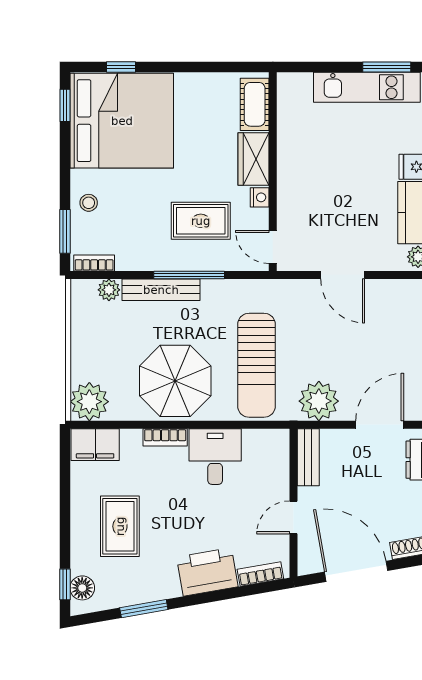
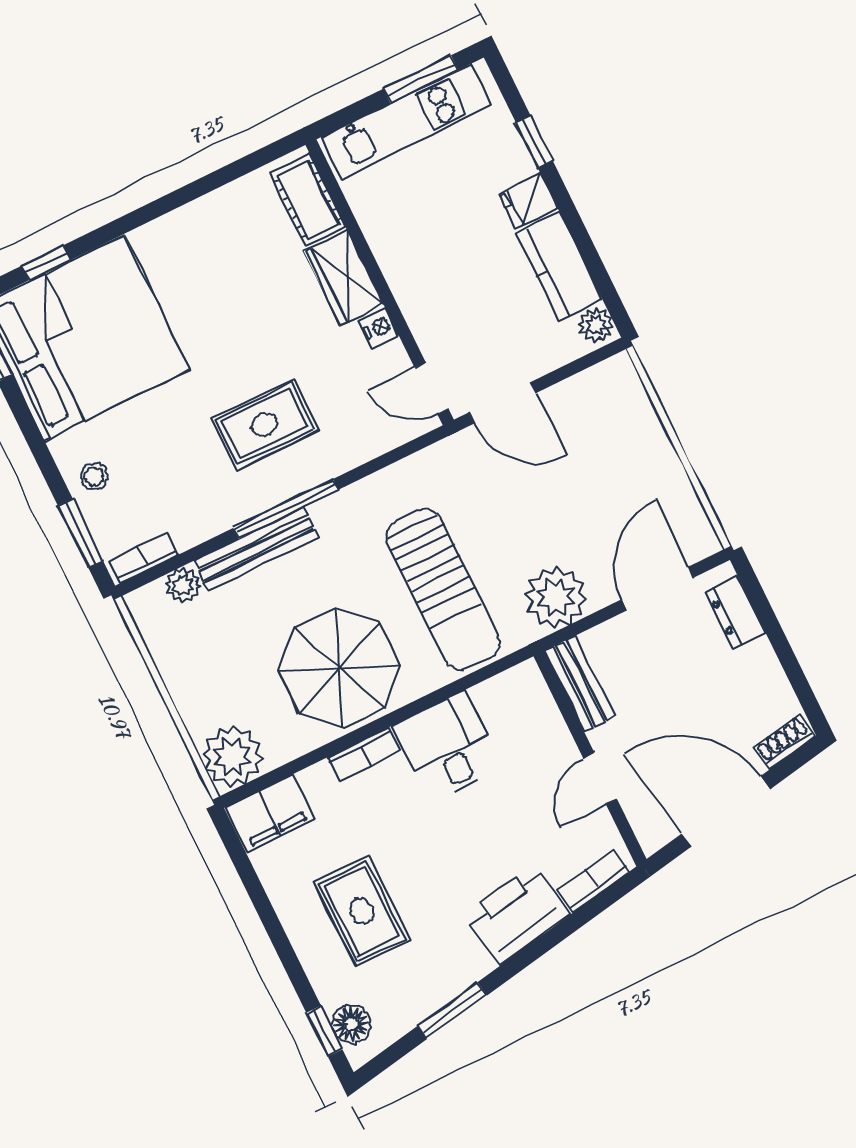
cot: (255, 104) -> (308, 200), moved
wardrobe: (254, 159) -> (344, 278), moved
wall: (273, 172) -> (380, 282), moved
nightstand: (260, 197) -> (379, 328), moved
door: (273, 247) -> (432, 388), moved

